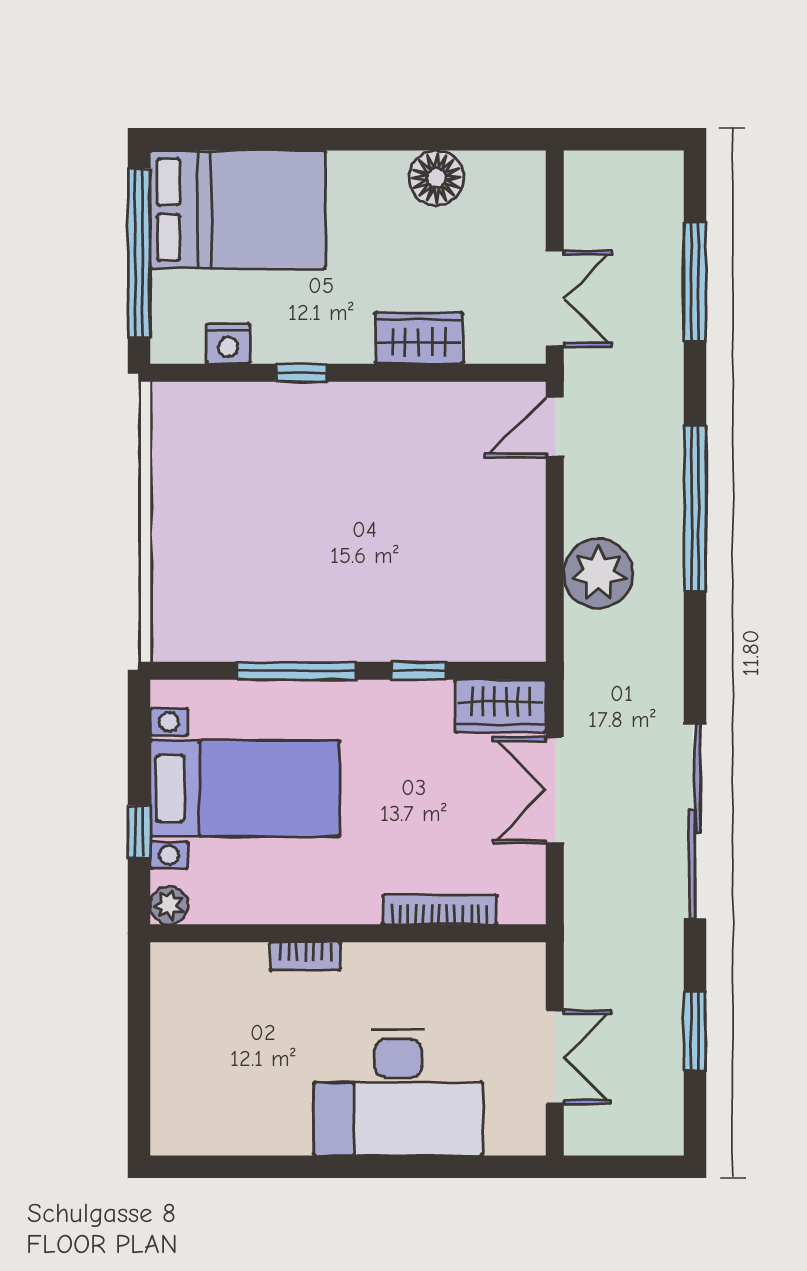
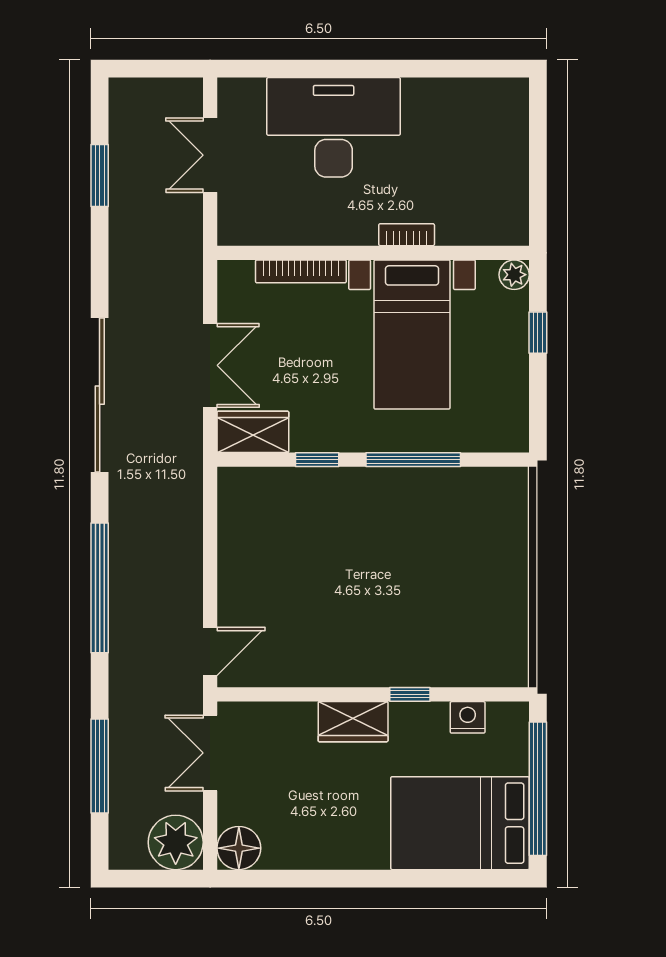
floor lamp: (436, 178) -> (239, 848), moved
wardrobe: (419, 338) -> (353, 722), moved
plant: (598, 573) -> (176, 842), moved
bed with nightstands: (245, 788) -> (412, 334), moved, turned -90
sliding door: (695, 821) -> (100, 395), moved

